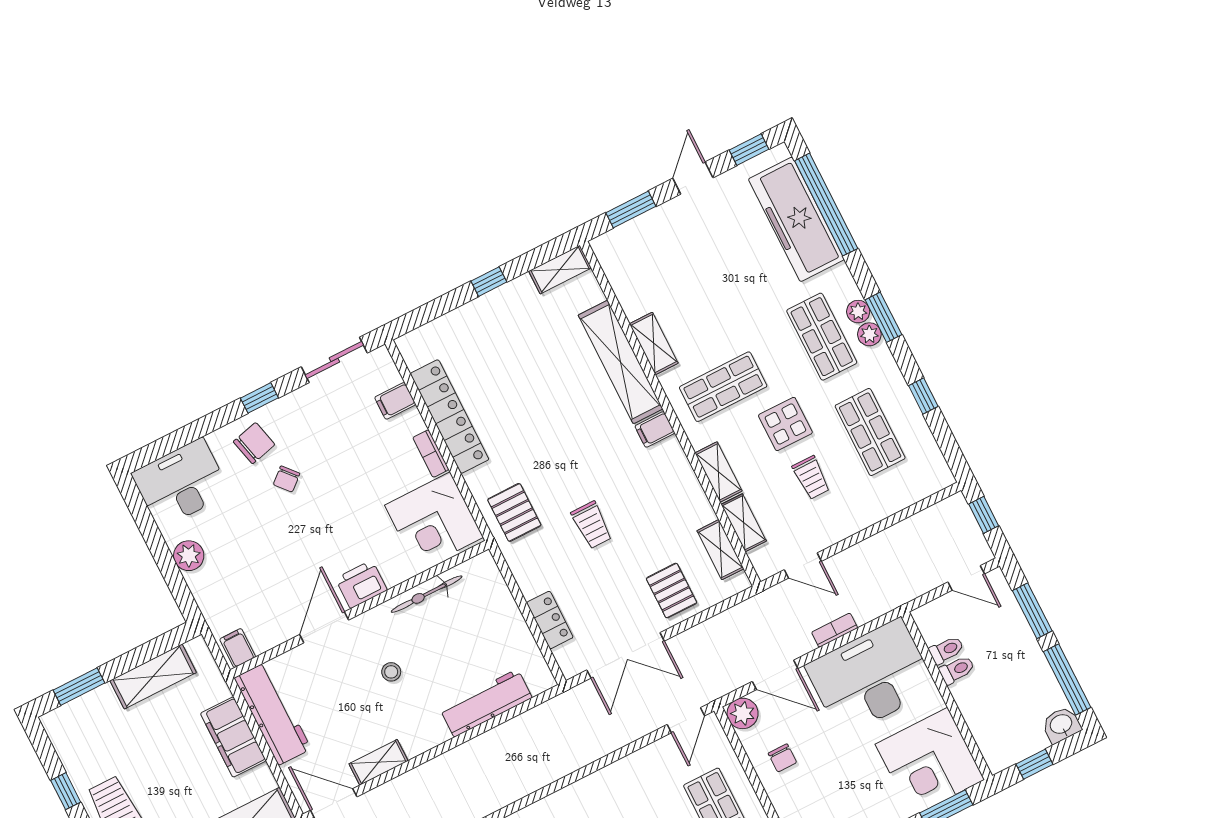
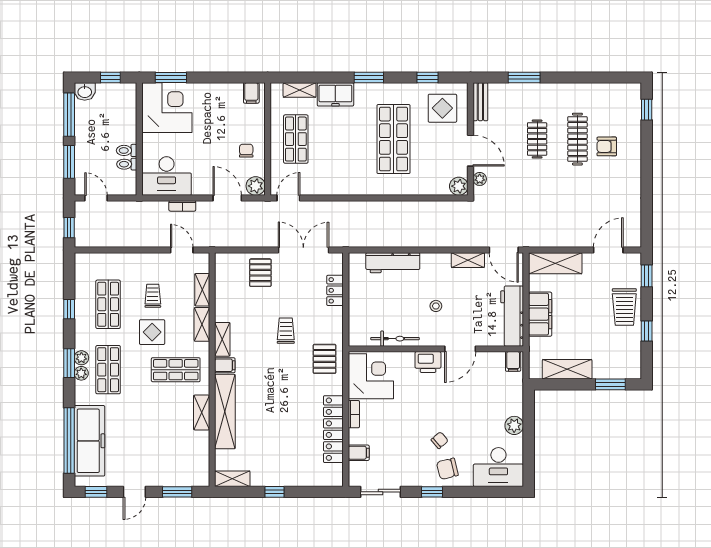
shelving: (720, 550) -> (222, 339), moved
desk: (871, 677) -> (167, 176), width x0.73, depth x0.77

